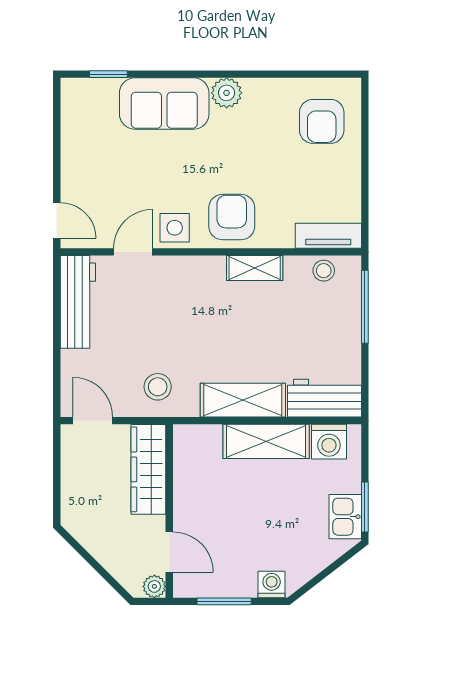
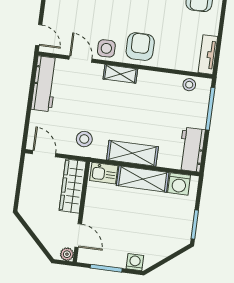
tv unit: (328, 236) -> (208, 55), moved, turned -90
door: (133, 252) -> (81, 59), hinge flipped
shelving: (255, 268) -> (120, 74), moved
workbench: (324, 398) -> (191, 150), moved, turned -90
kitchen sink: (345, 517) -> (104, 173), moved, turned -90

